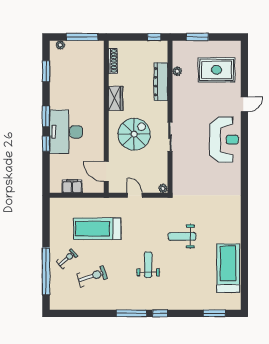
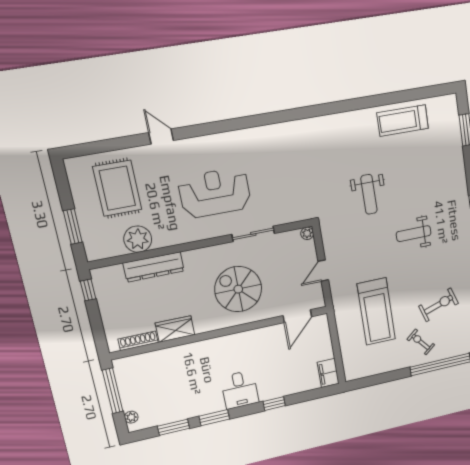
plant: (177, 71) -> (138, 239), width x1.88, depth x1.88
wardrobe: (116, 98) -> (175, 329), moved
window: (46, 116) -> (214, 418), moved
desk: (66, 132) -> (240, 390), width x0.53, depth x0.77
sliding door: (170, 137) -> (253, 234), moved
reception desk: (224, 140) -> (215, 193), moved
filing cabinet: (72, 186) -> (328, 373), moved
treadmill: (228, 268) -> (403, 121), width x0.73, depth x0.73
exercise bike: (92, 276) -> (439, 305), turned 89

